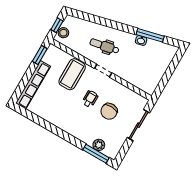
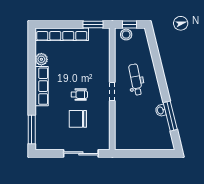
coffee table: (72, 74) -> (92, 65), removed
row of seats: (66, 125) -> (42, 86), added
plant: (99, 145) -> (41, 59), moved

